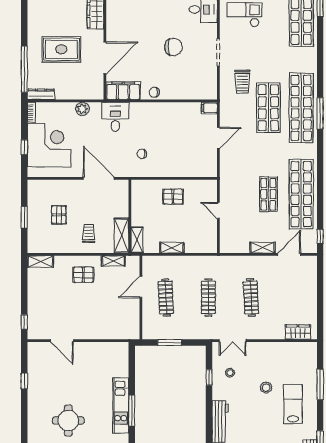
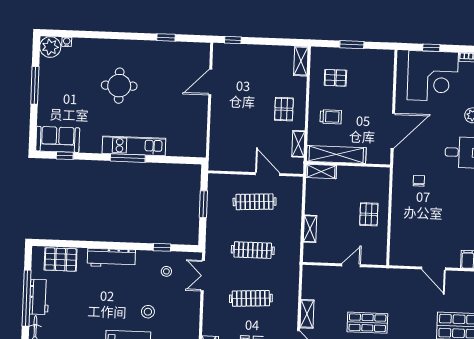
pallet: (59, 215) -> (335, 78), moved
shelving: (121, 236) -> (336, 154), width x1.47
shelving: (172, 248) -> (310, 229), moved

